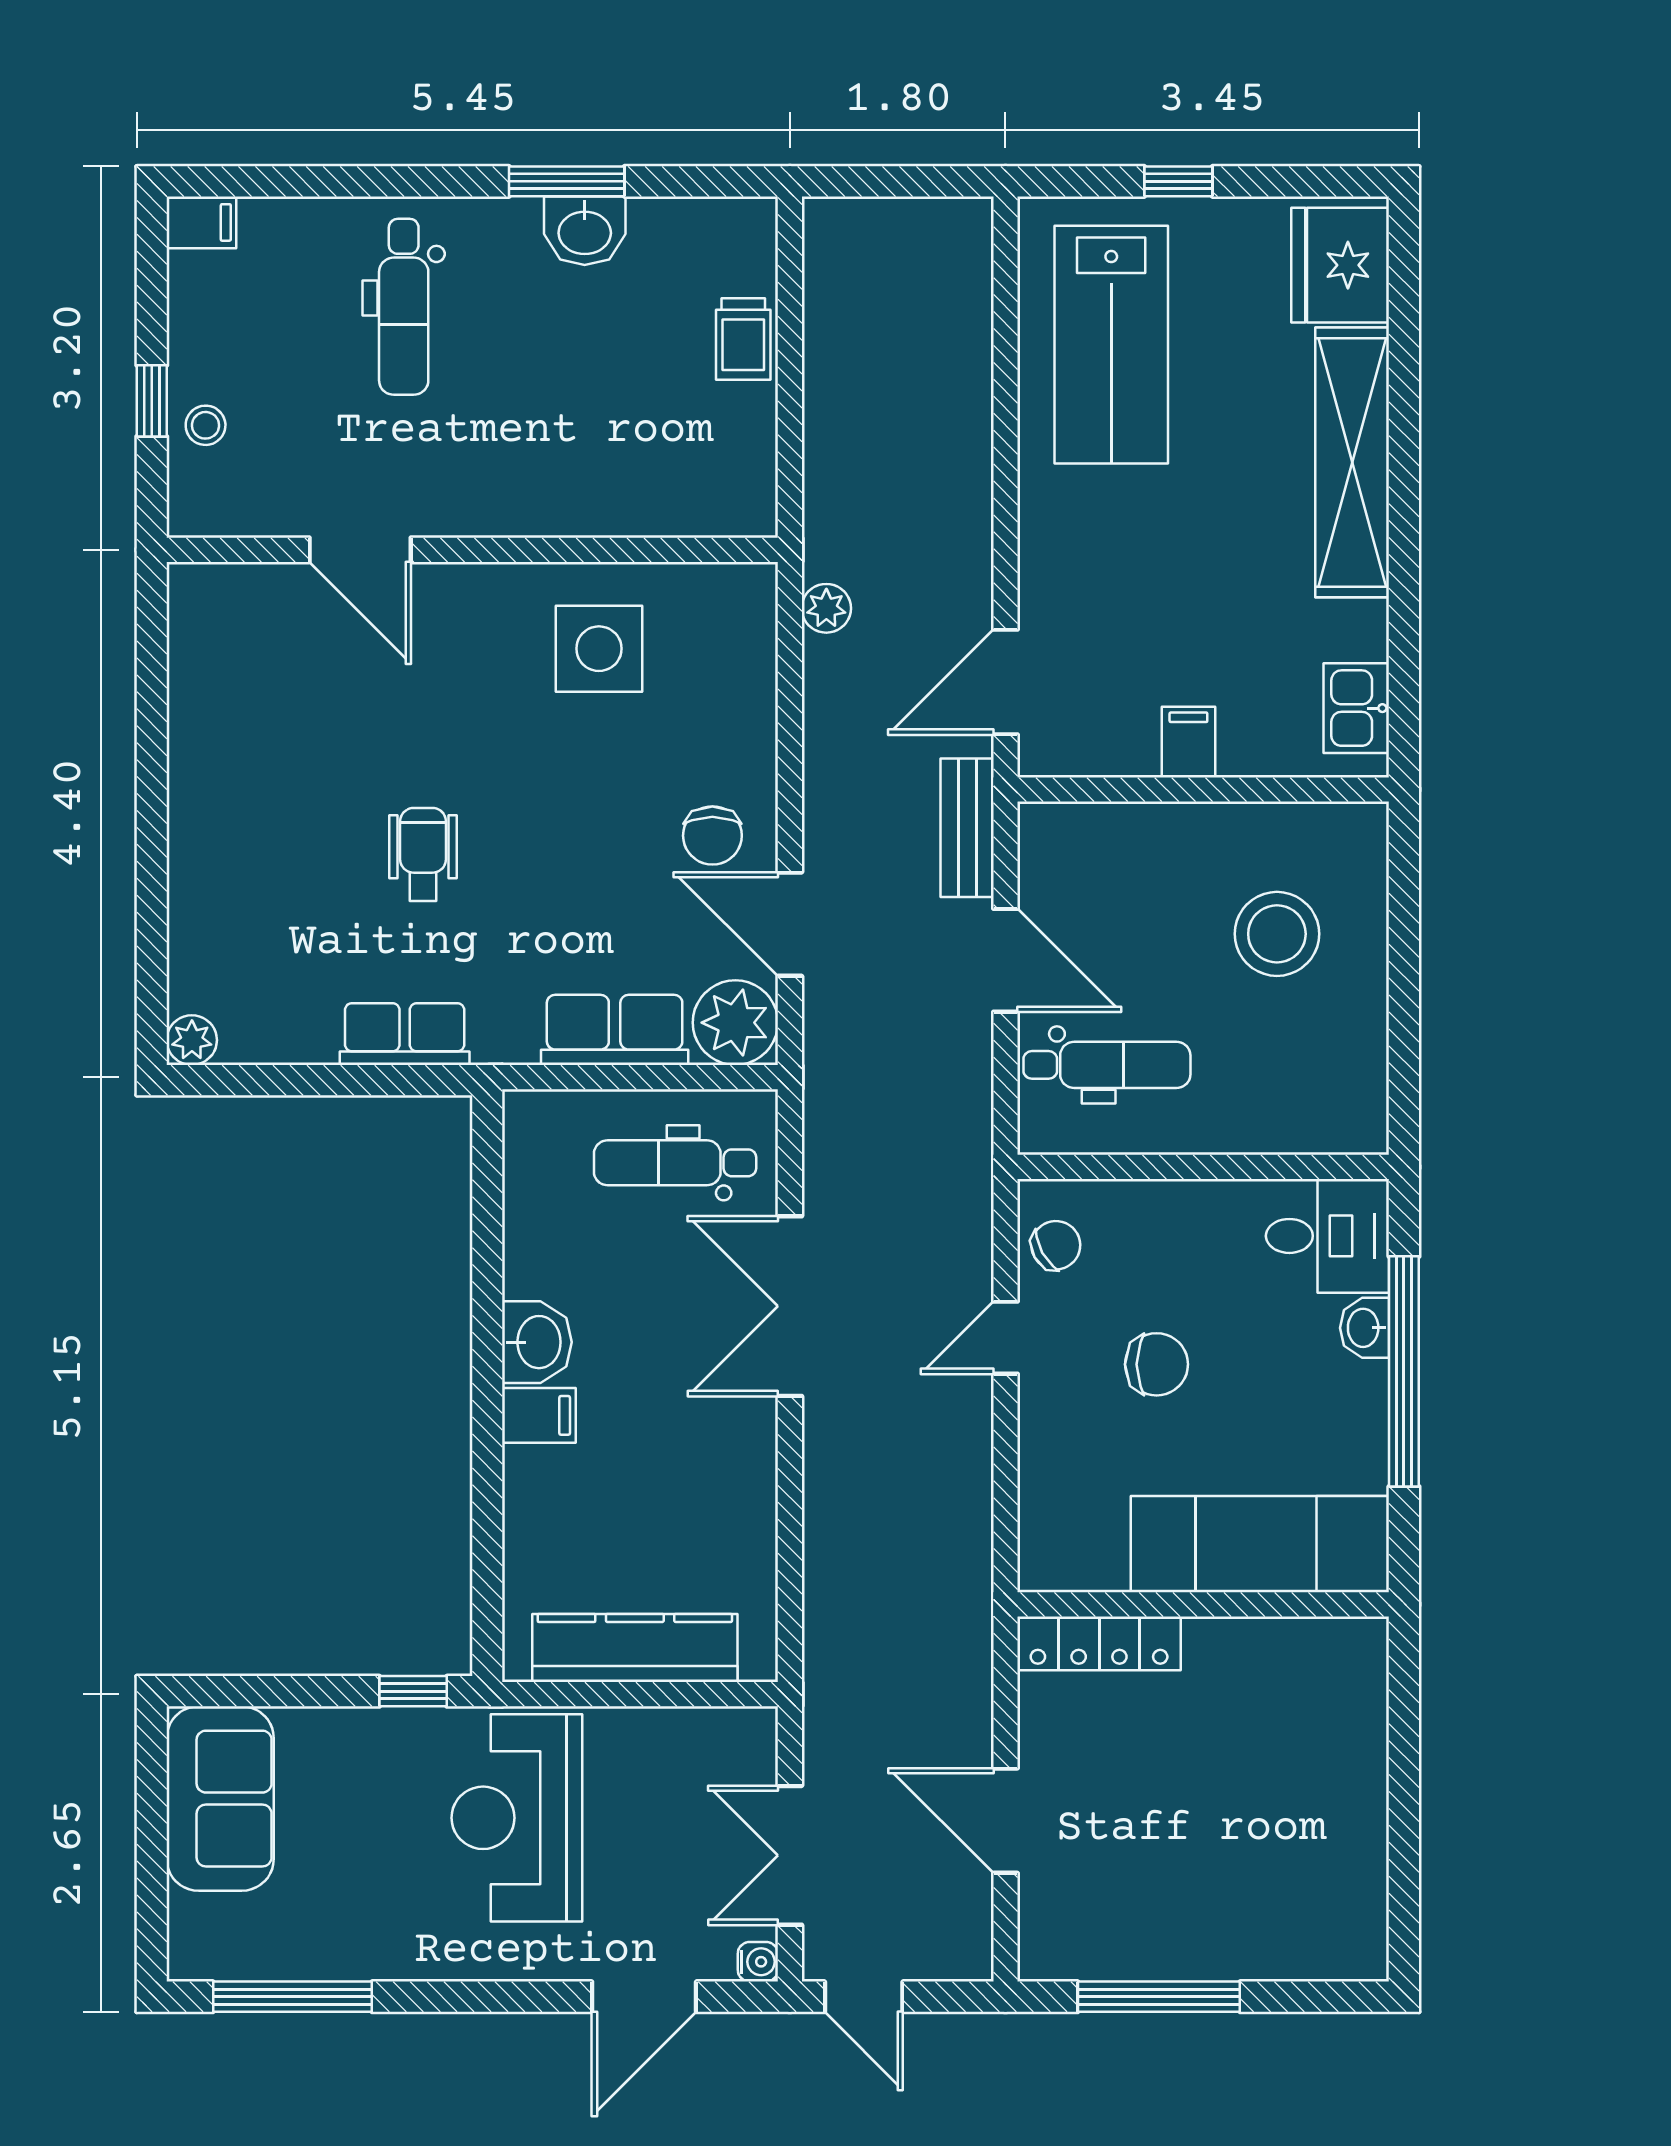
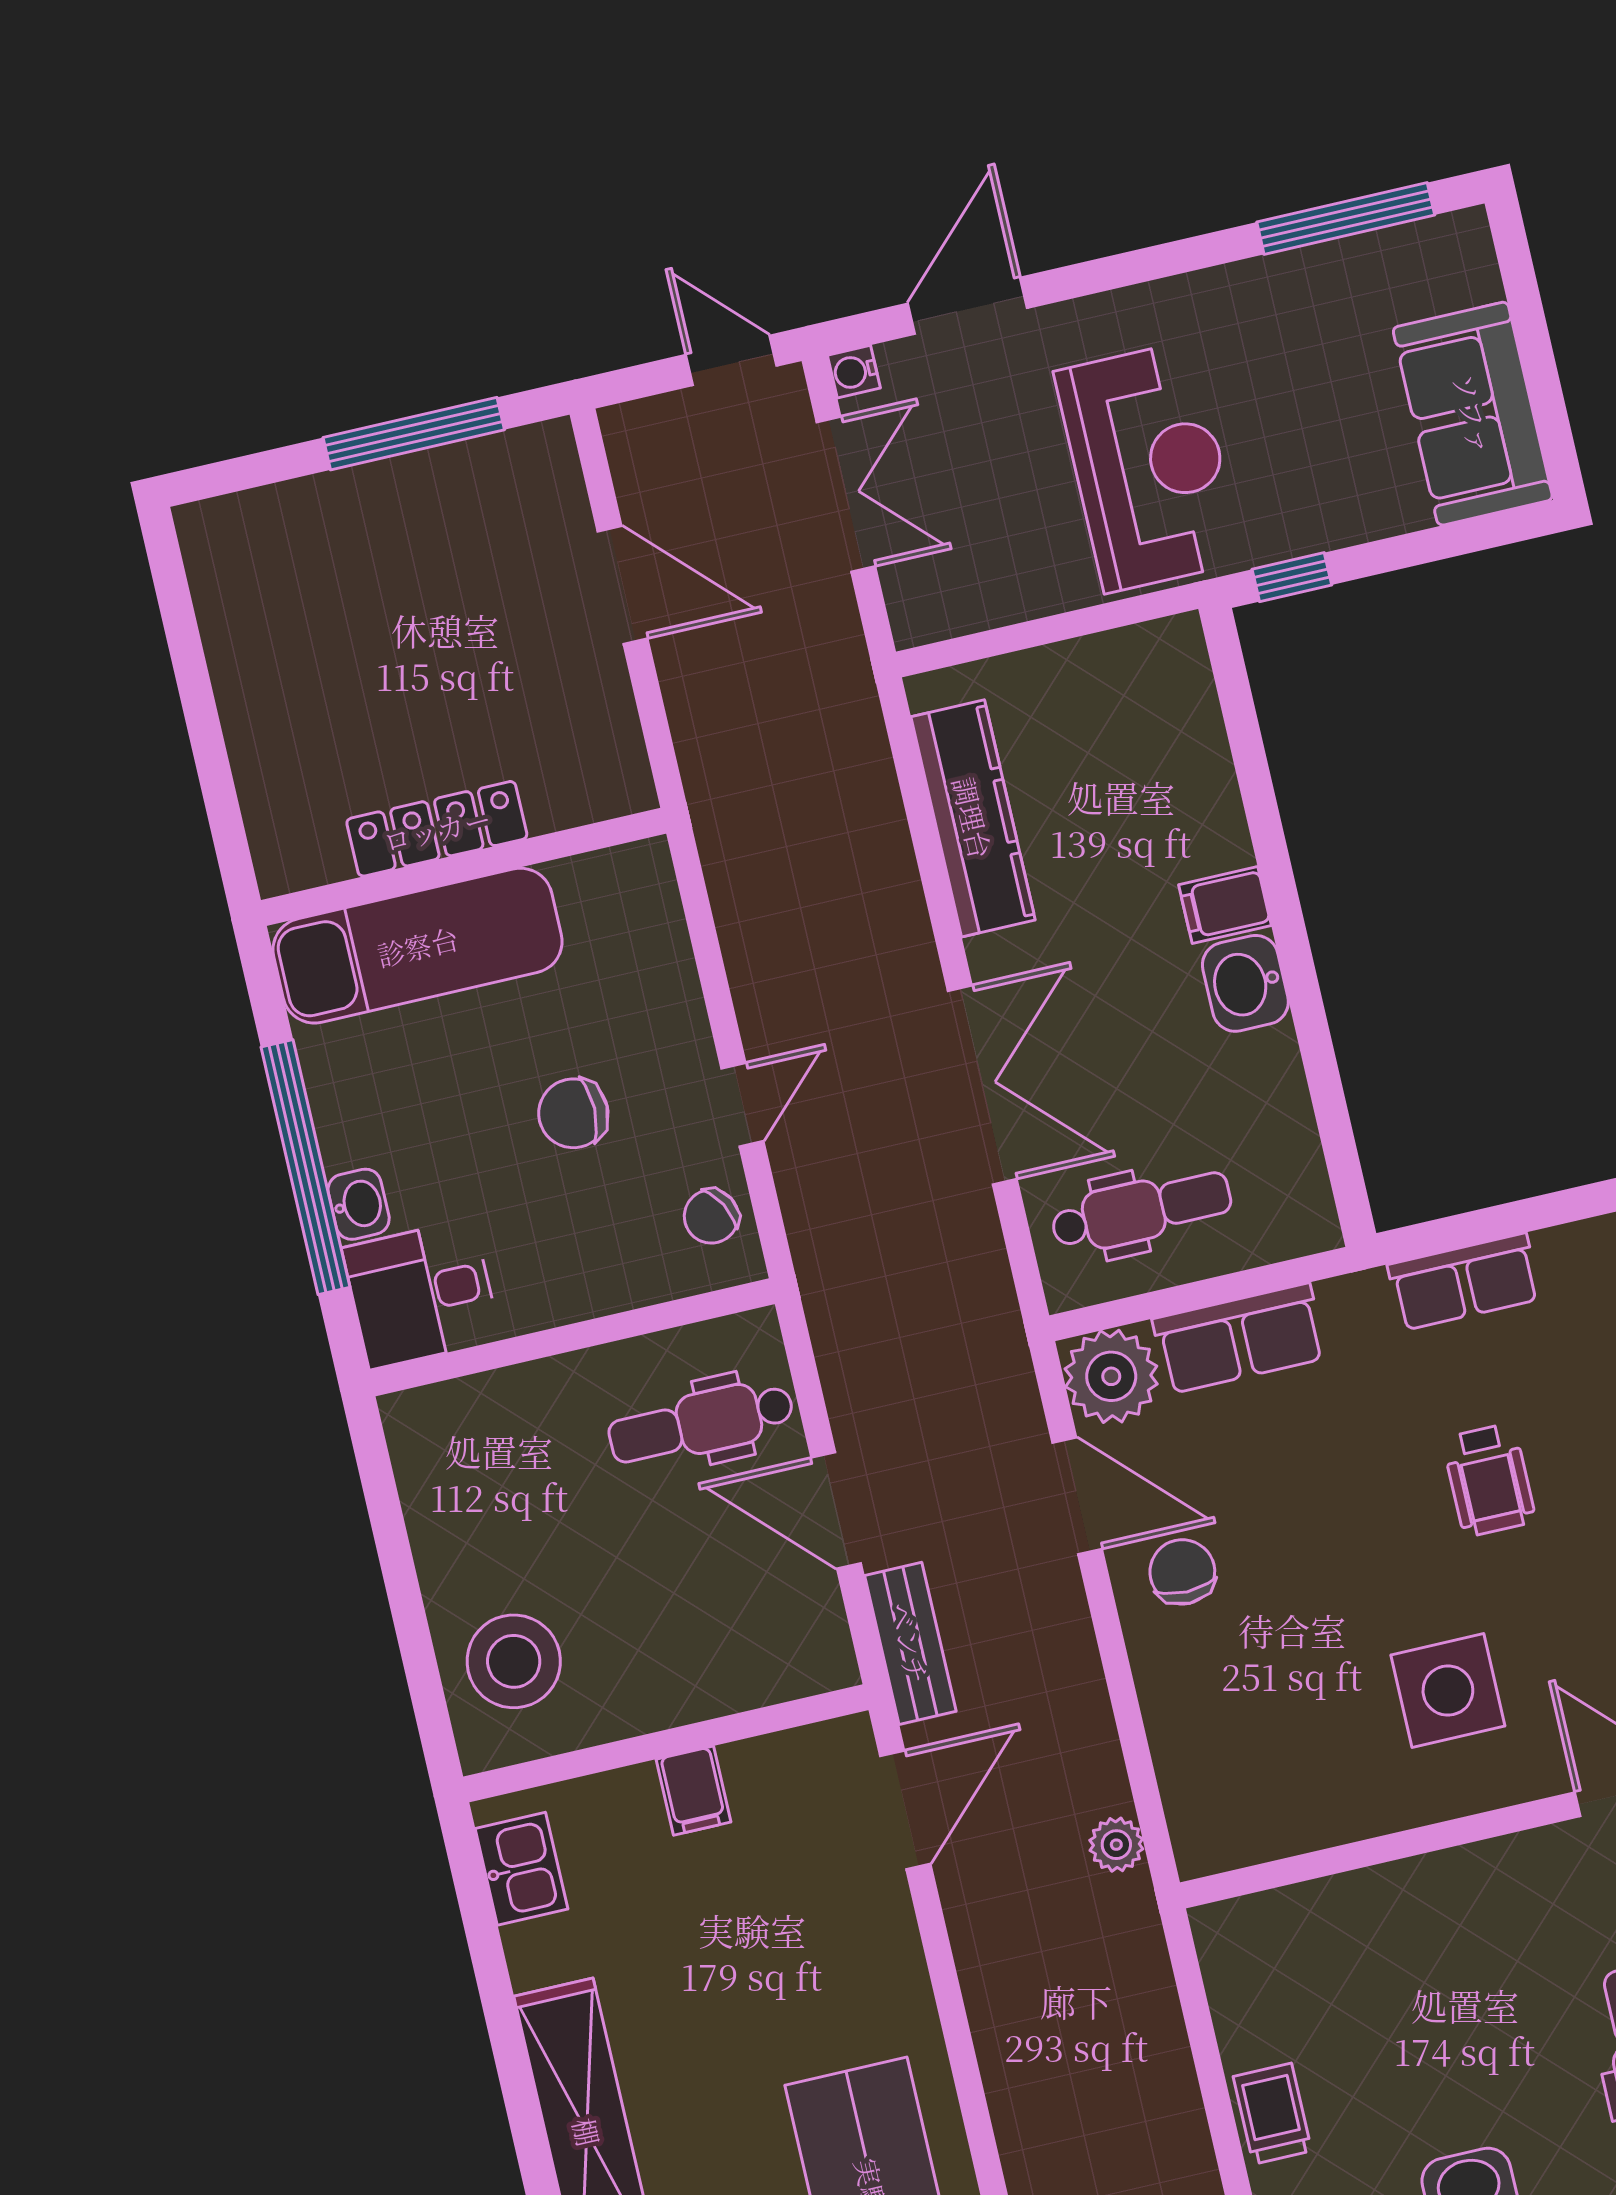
side table: (599, 649) -> (1448, 1691), moved
stool: (1277, 934) -> (514, 1661), moved
locker: (1099, 1643) -> (437, 829), moved
kitchen counter: (635, 1648) -> (973, 818), moved, turned -90

